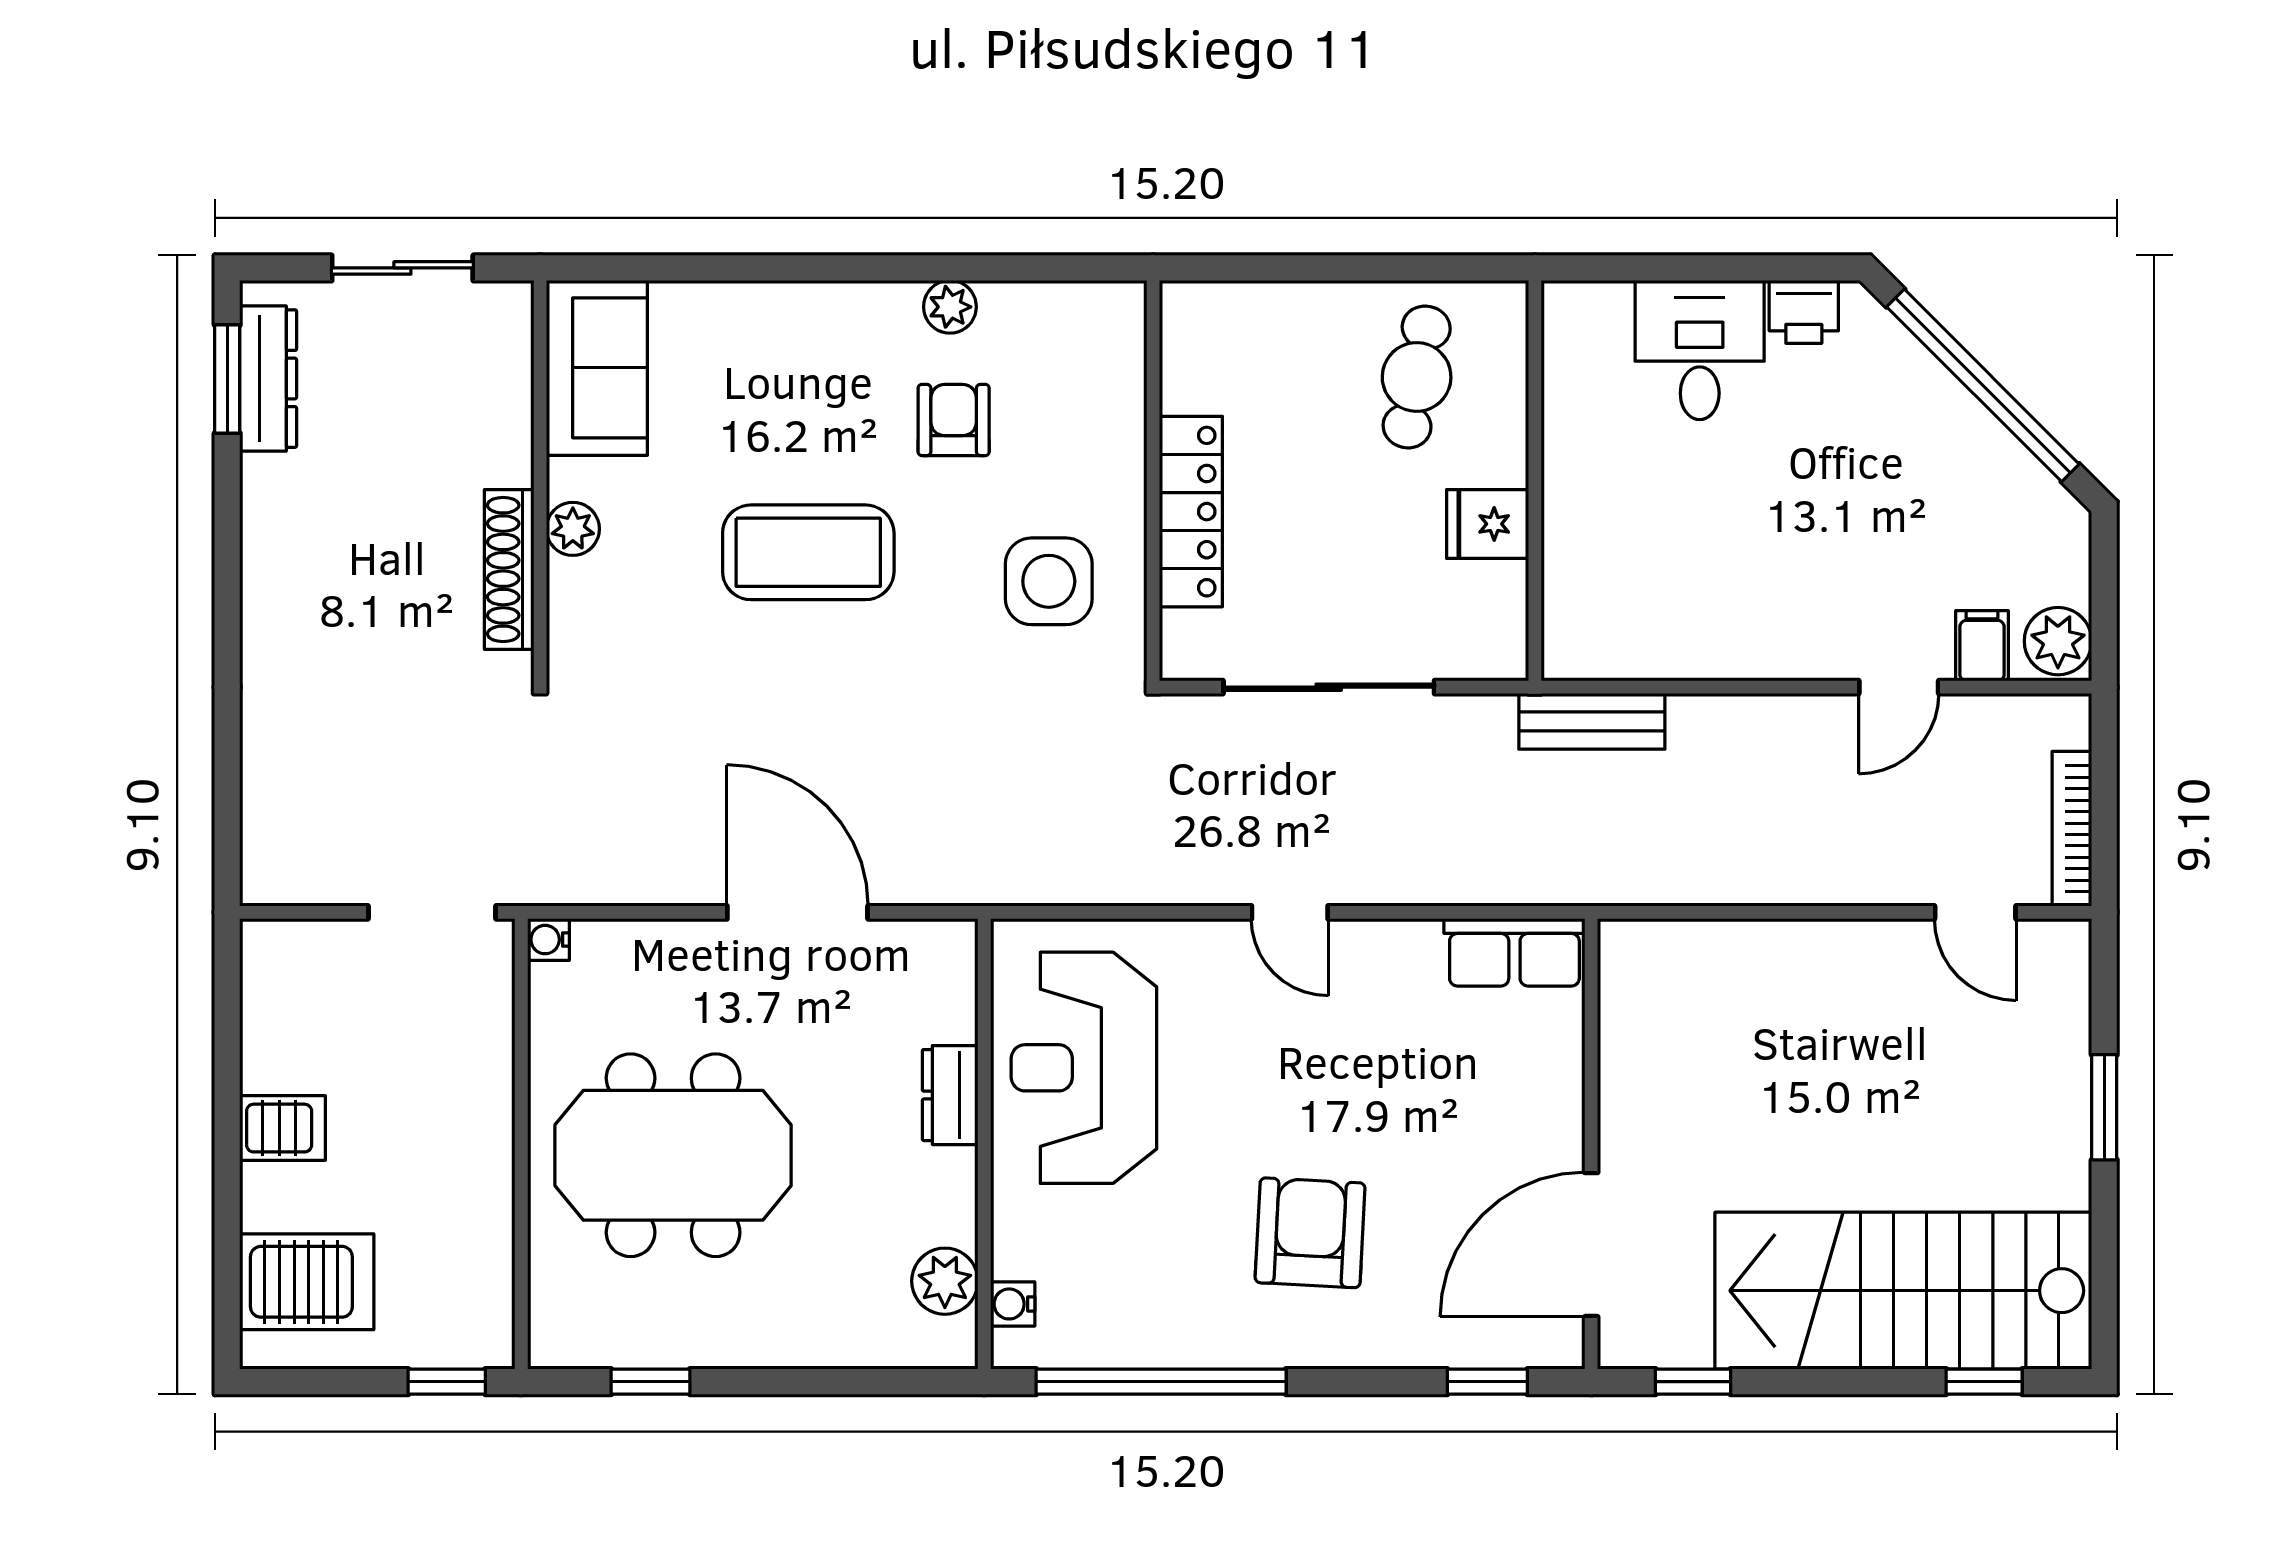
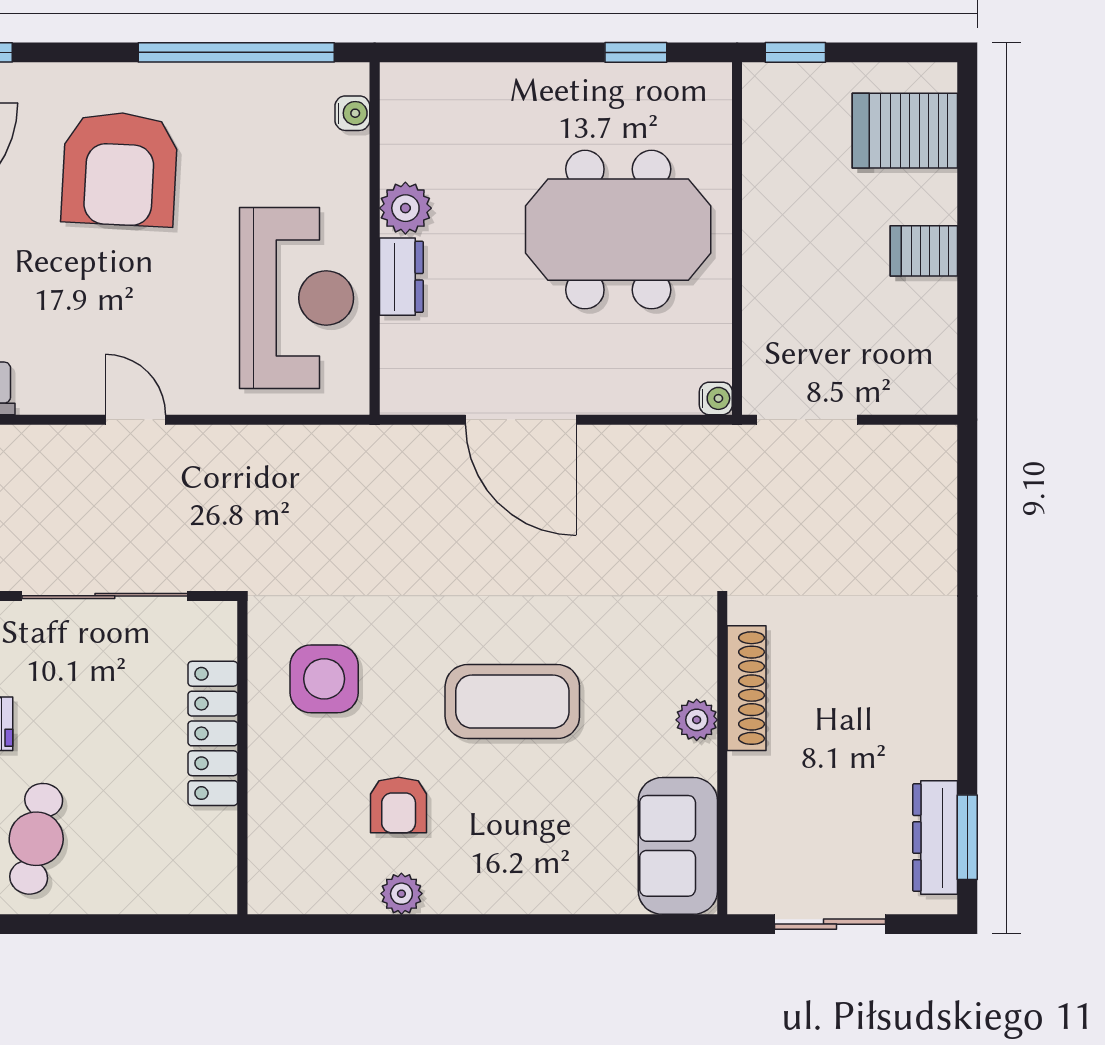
armchair: (1310, 1233) -> (120, 169), width x1.36, depth x1.36
plant: (945, 1281) -> (405, 208), moved

